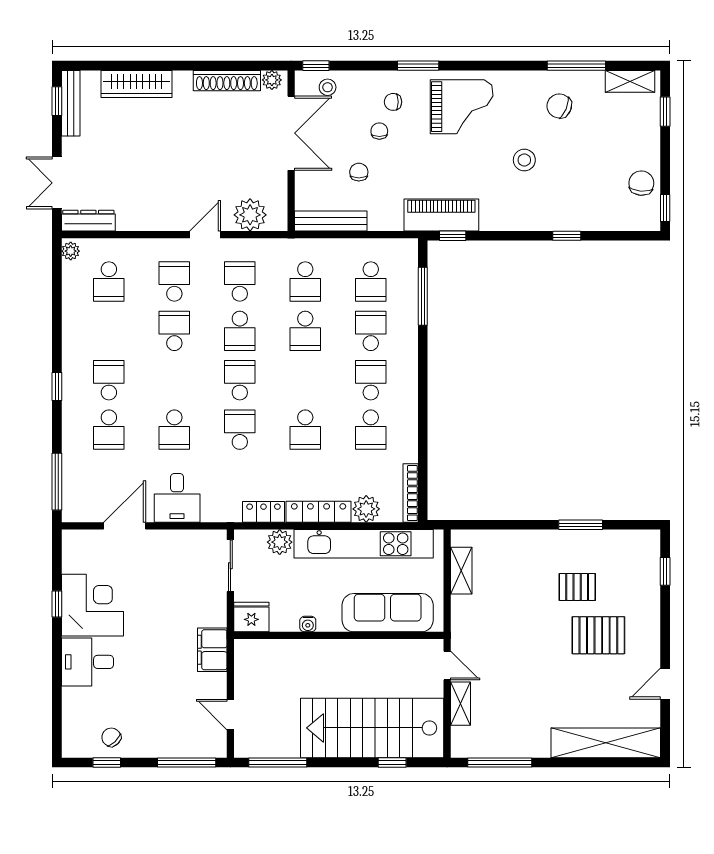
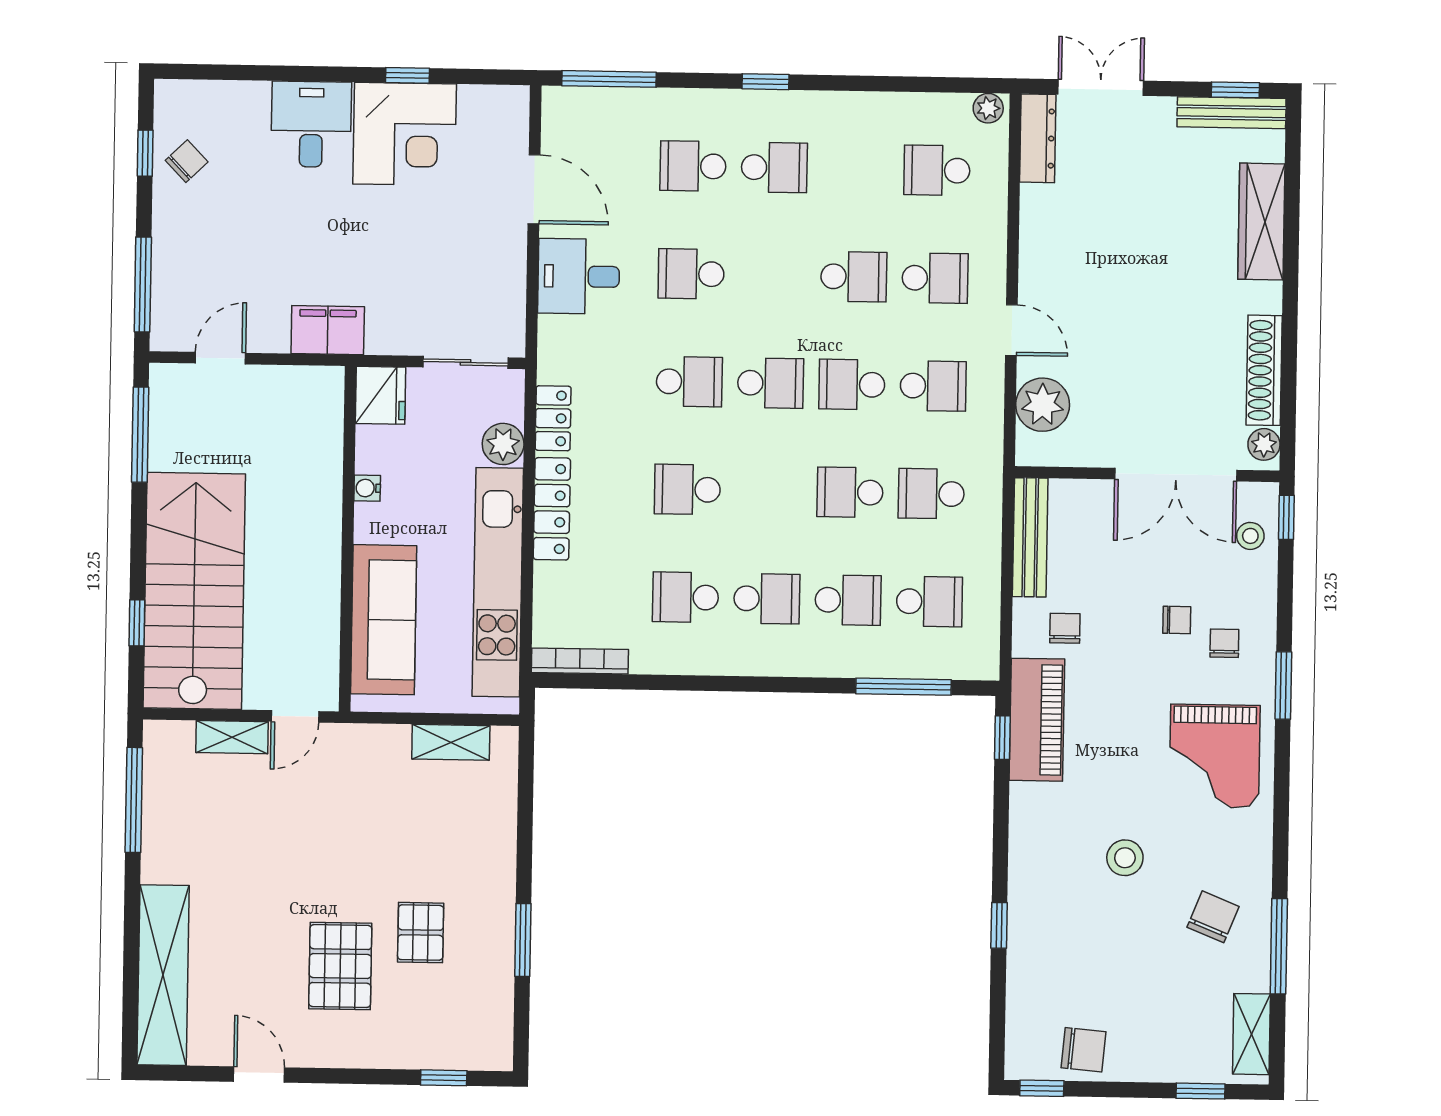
chair: (359, 172) -> (1065, 628), moved, turned -90
school desk: (371, 281) -> (929, 602), turned 180
plant: (366, 509) -> (555, 587), removed

